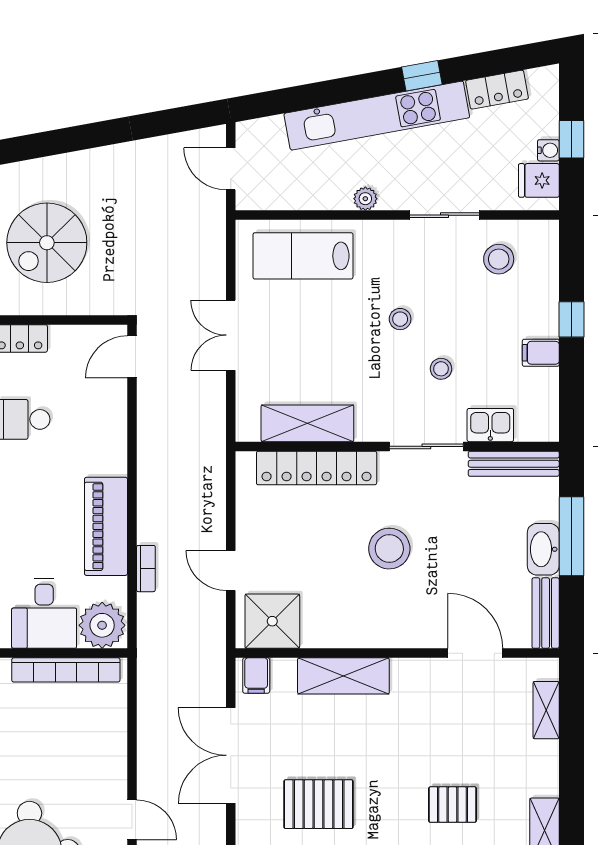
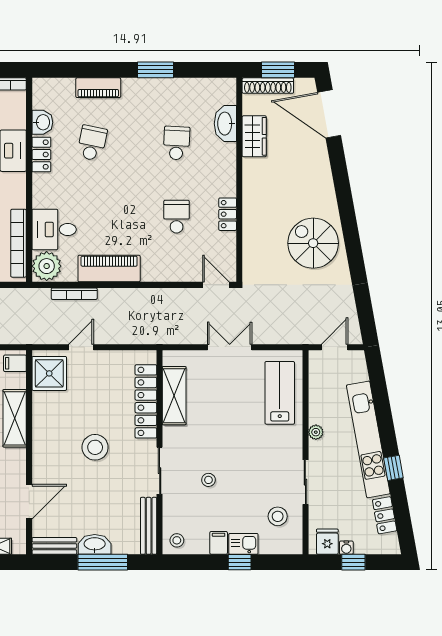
spiral stairs: (47, 243) -> (313, 243), moved
stool: (400, 319) -> (177, 540), moved
kitchen sink: (490, 425) -> (243, 544), moved, turned -90
bookcase: (146, 569) -> (74, 294), width x1.56

